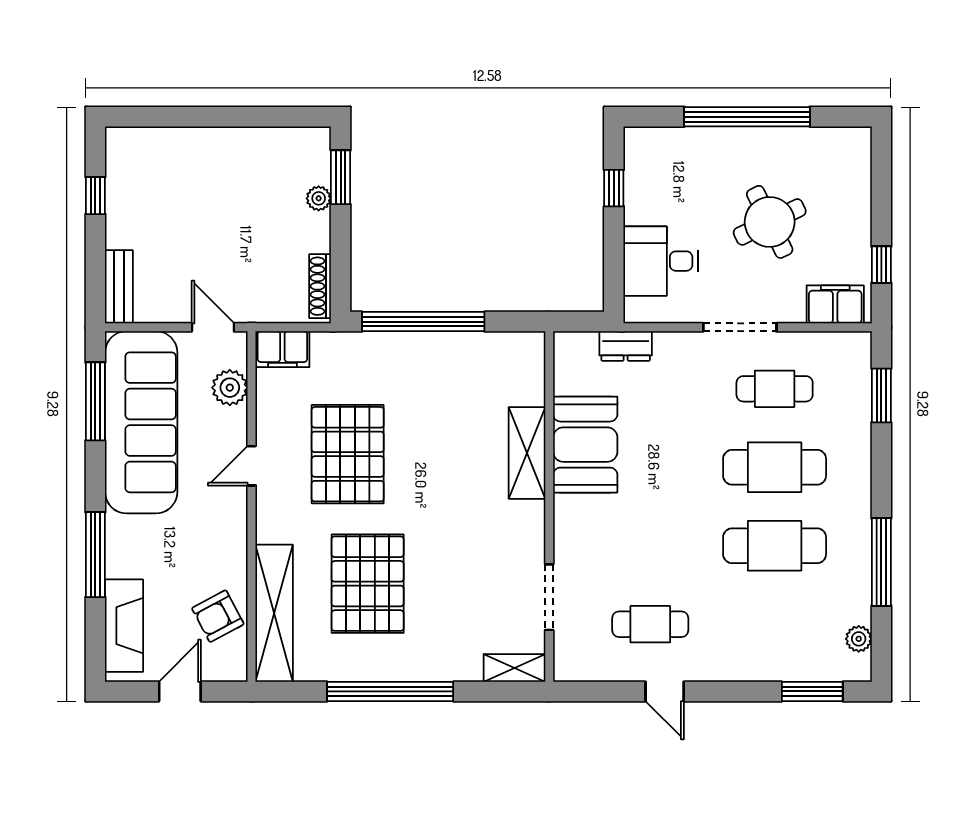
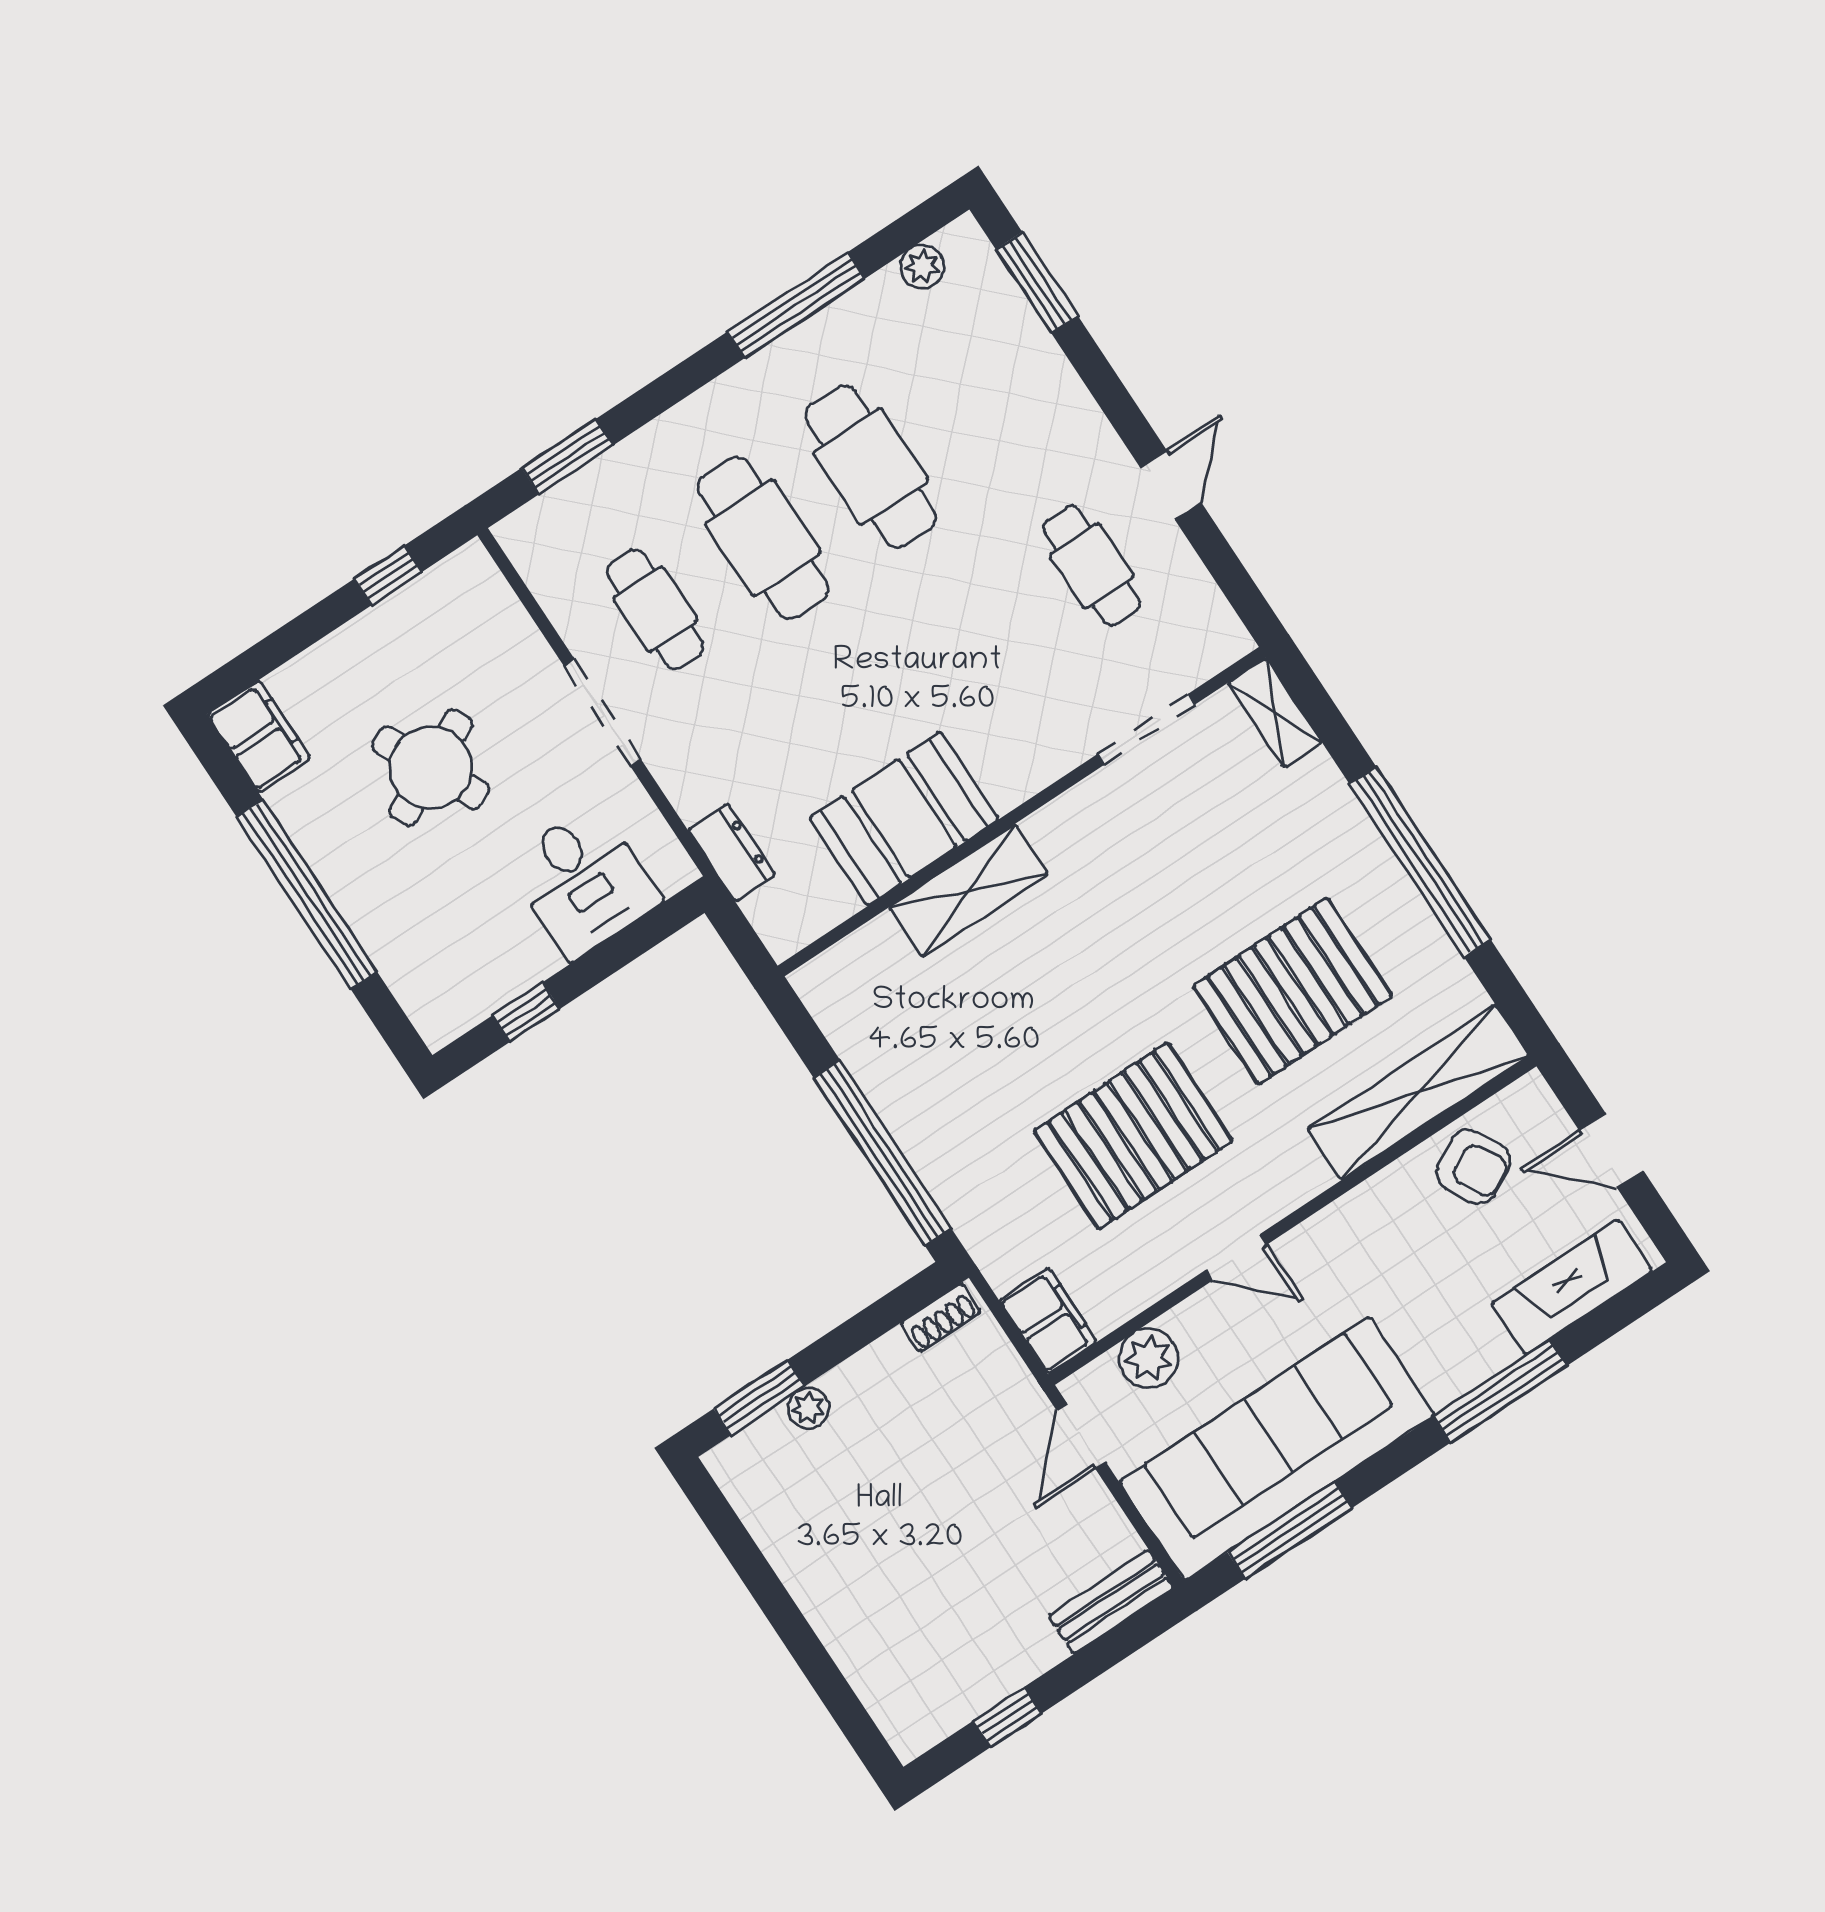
shoe rack: (320, 286) -> (941, 1318), width x0.70
filing cabinet: (835, 304) -> (259, 736), moved, turned 180

